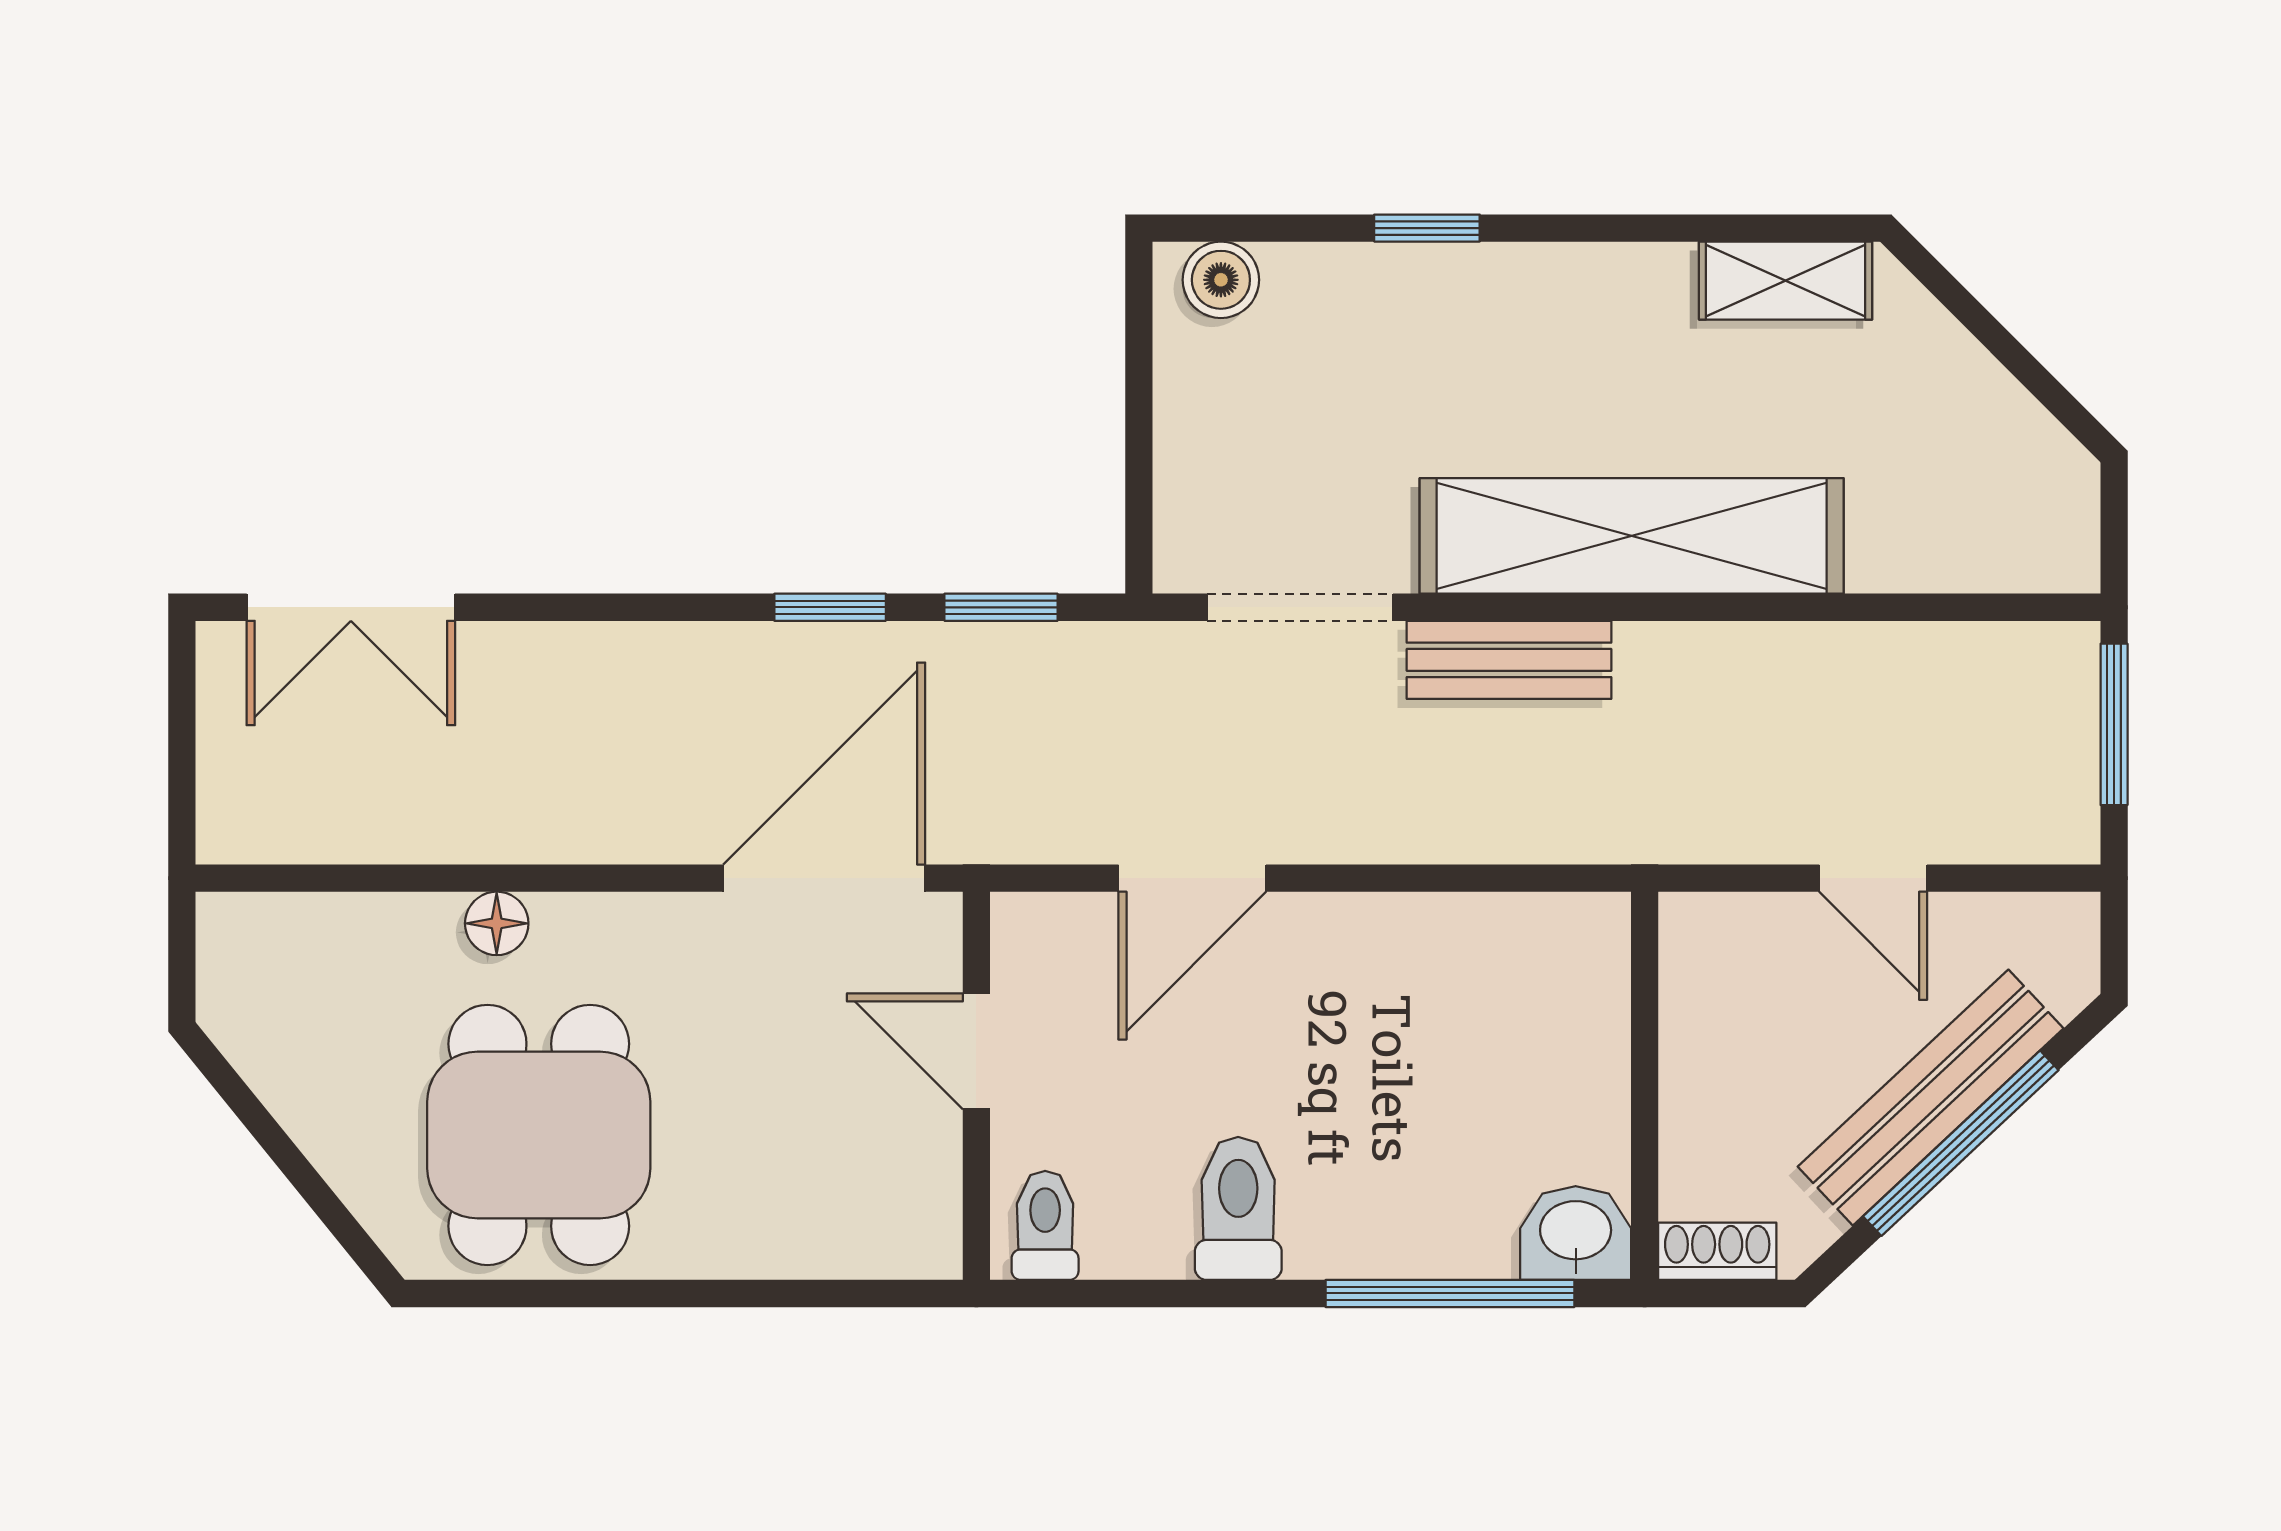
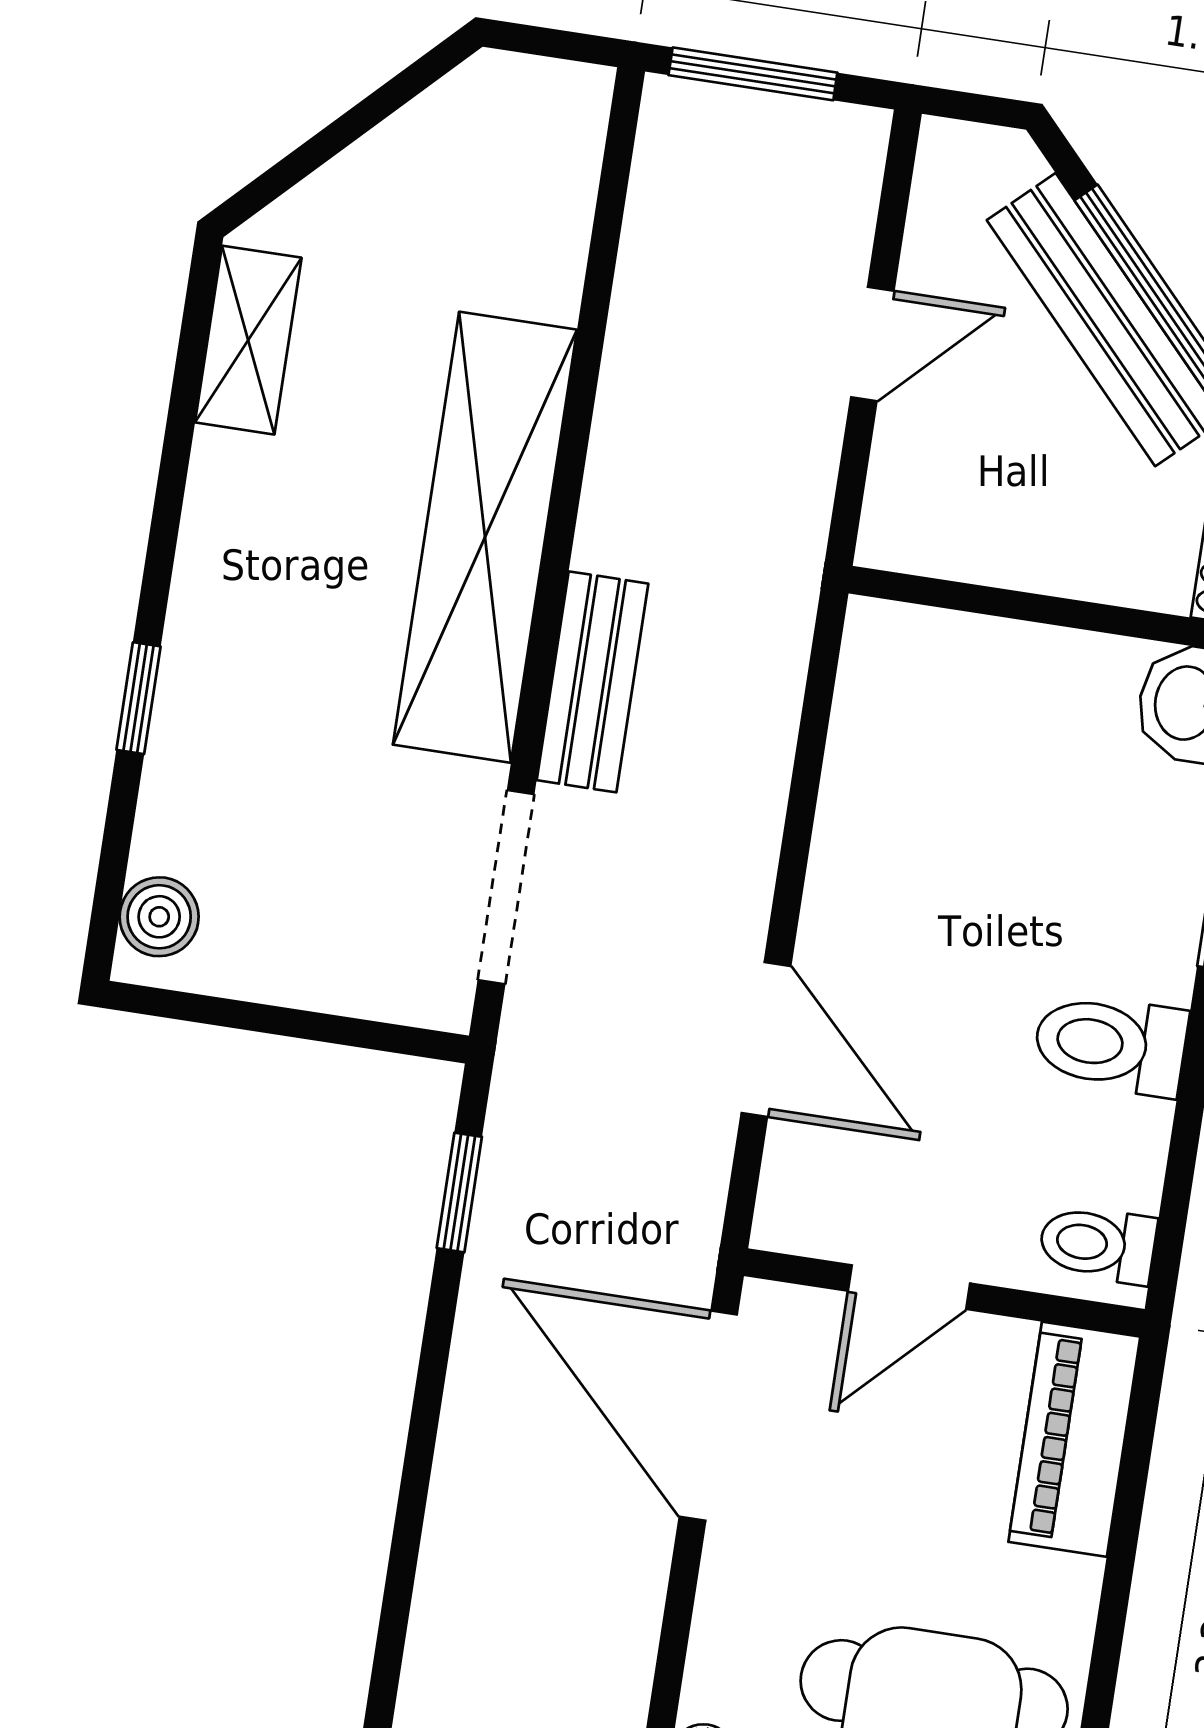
window: (830, 607) -> (433, 1367), removed
piano: (855, 1232) -> (1074, 1439), added

